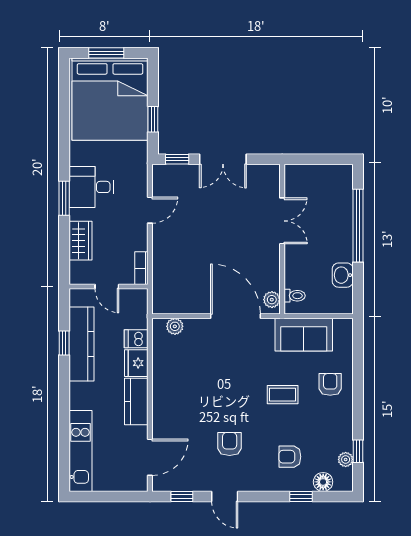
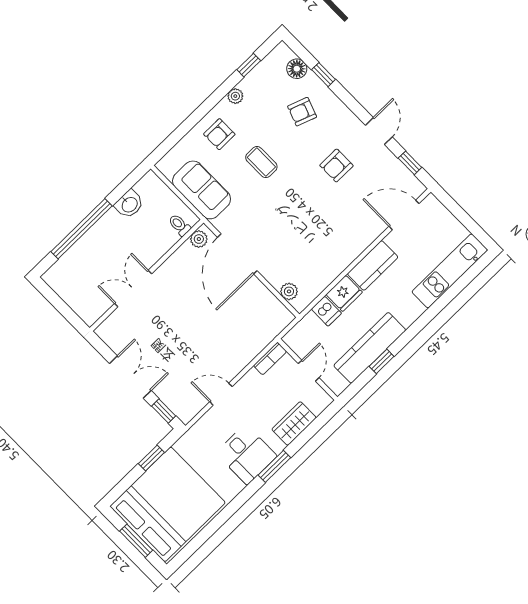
armchair: (290, 457) -> (302, 112), turned 110
plant: (346, 459) -> (235, 96), moved

